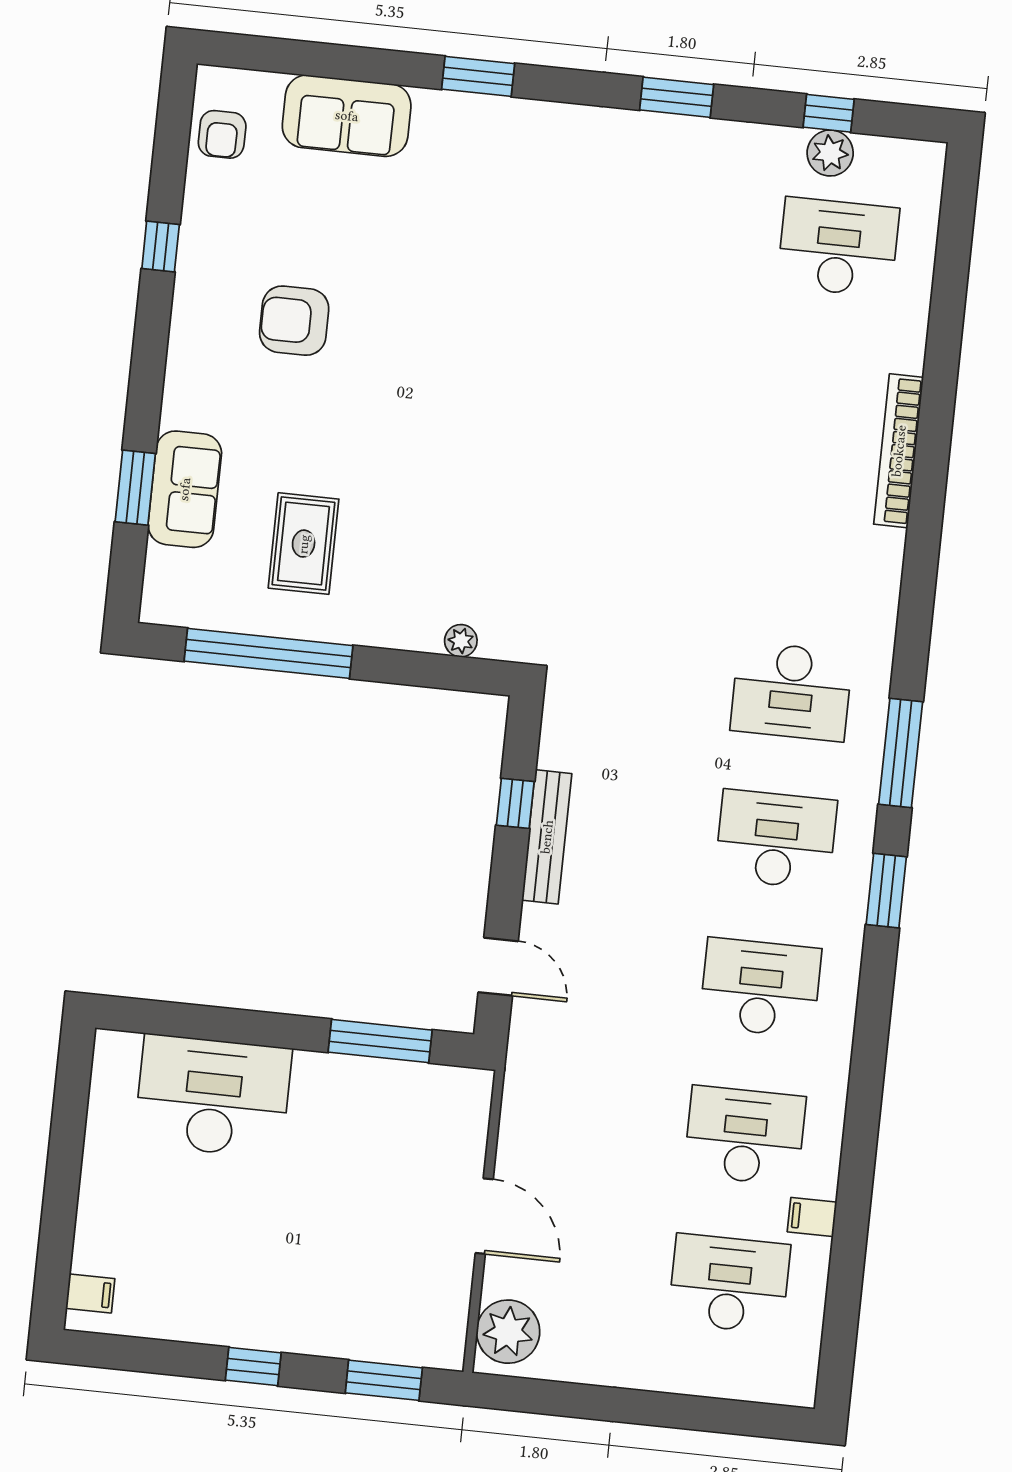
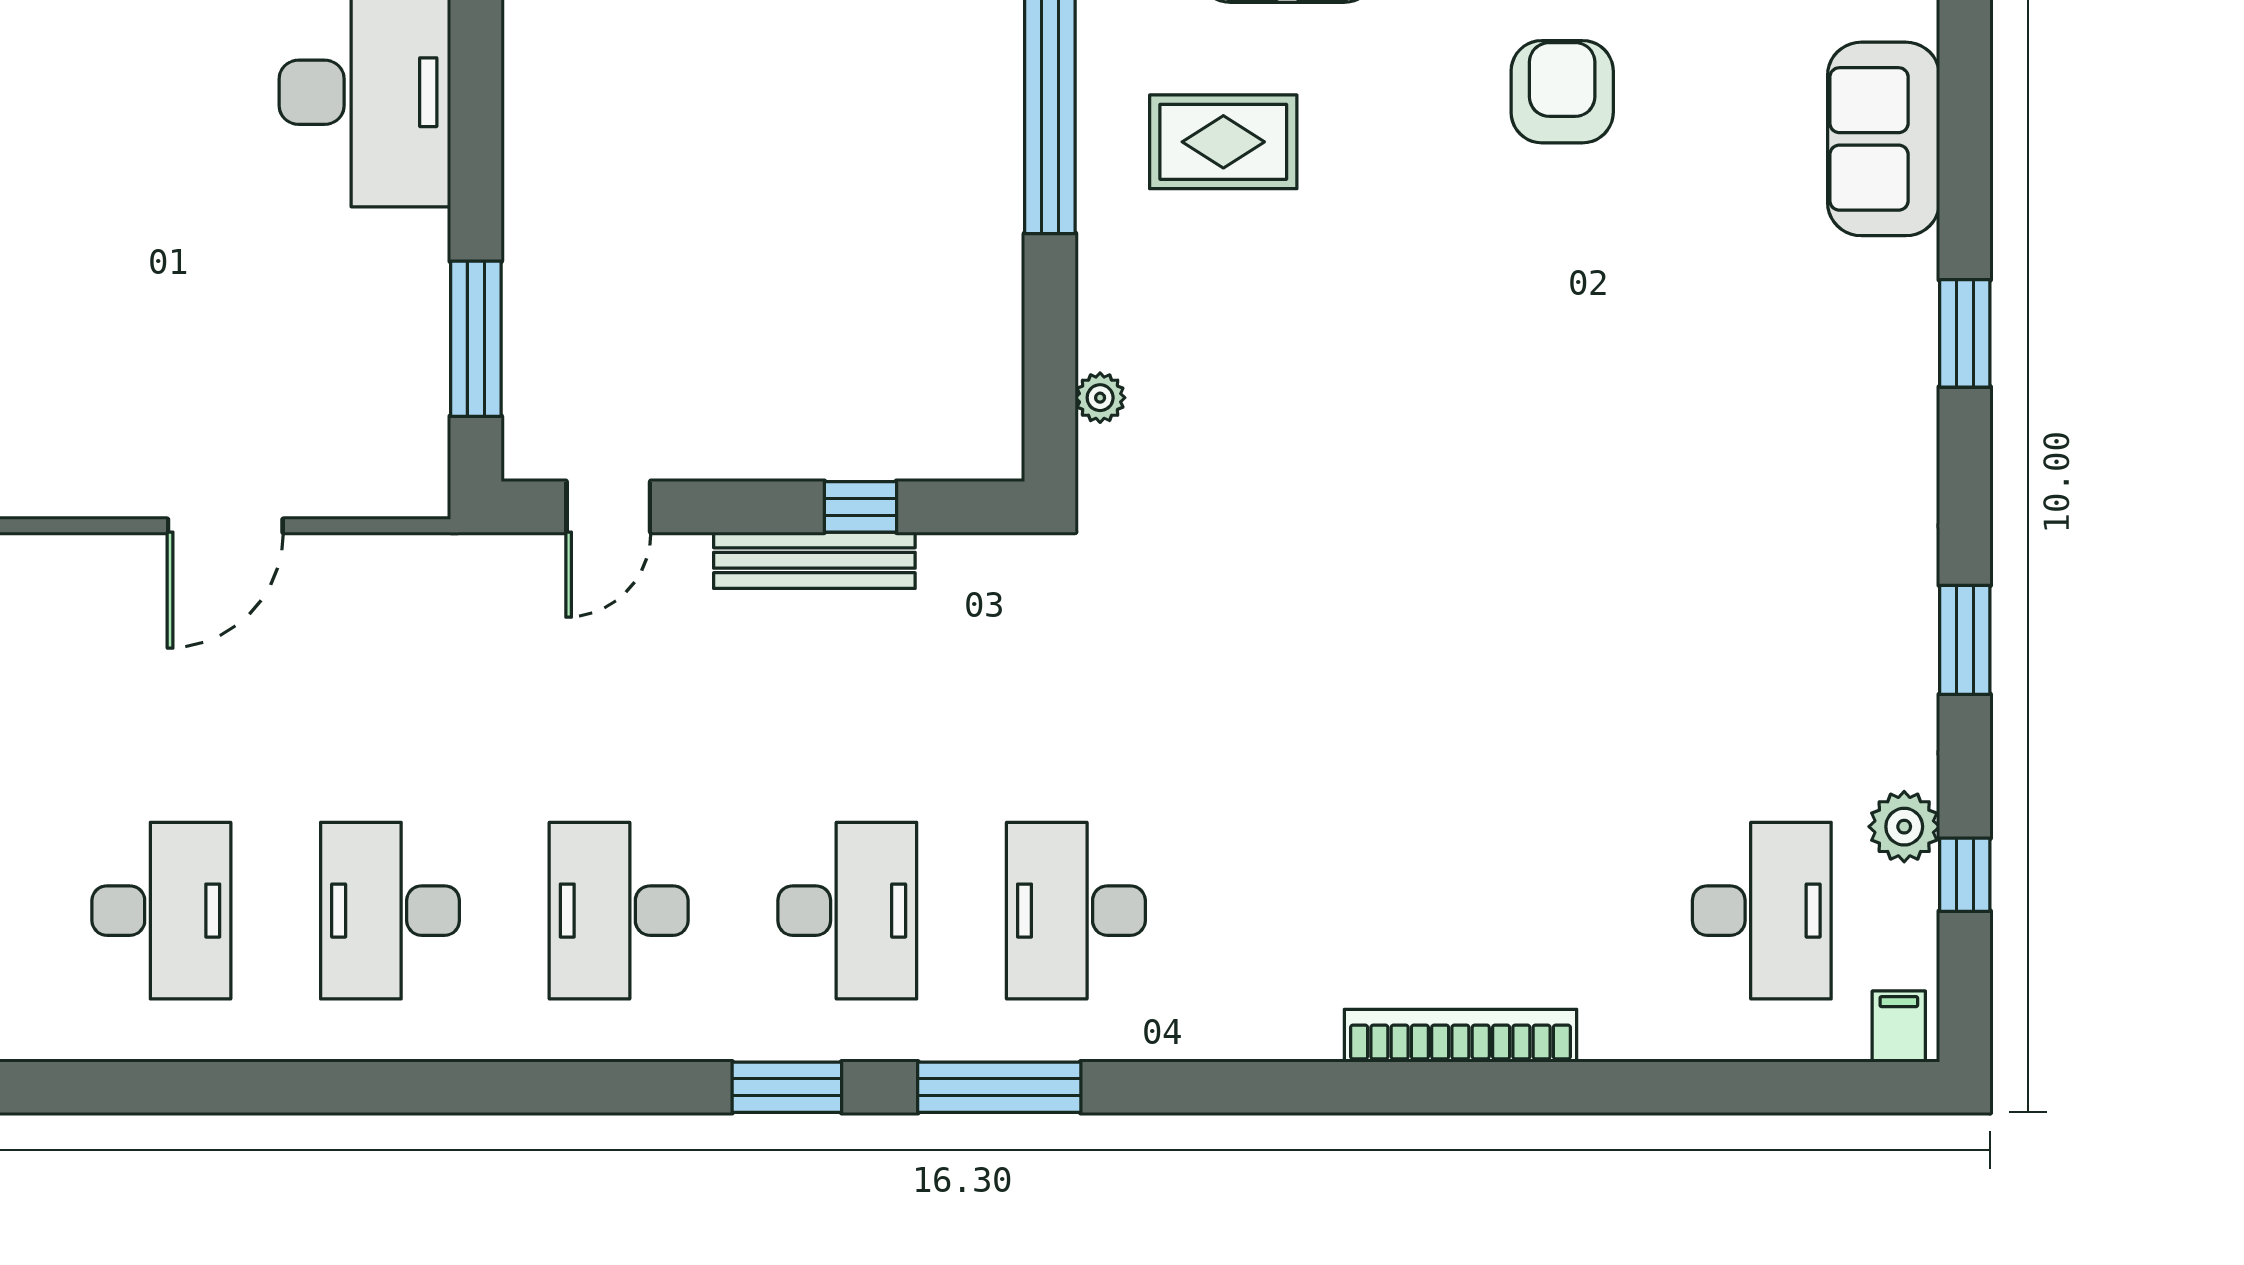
plant: (830, 153) -> (1904, 827), moved
desk: (760, 987) -> (619, 911), turned 180
desk: (745, 1136) -> (390, 911), turned 180
filing cabinet: (812, 1217) -> (1899, 1026), moved
plant: (508, 1332) -> (53, 581), removed

